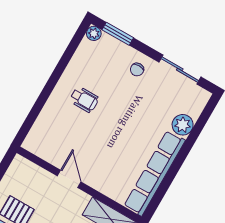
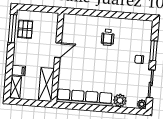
plant: (94, 33) -> (142, 104), moved
window: (118, 34) -> (153, 51), moved

